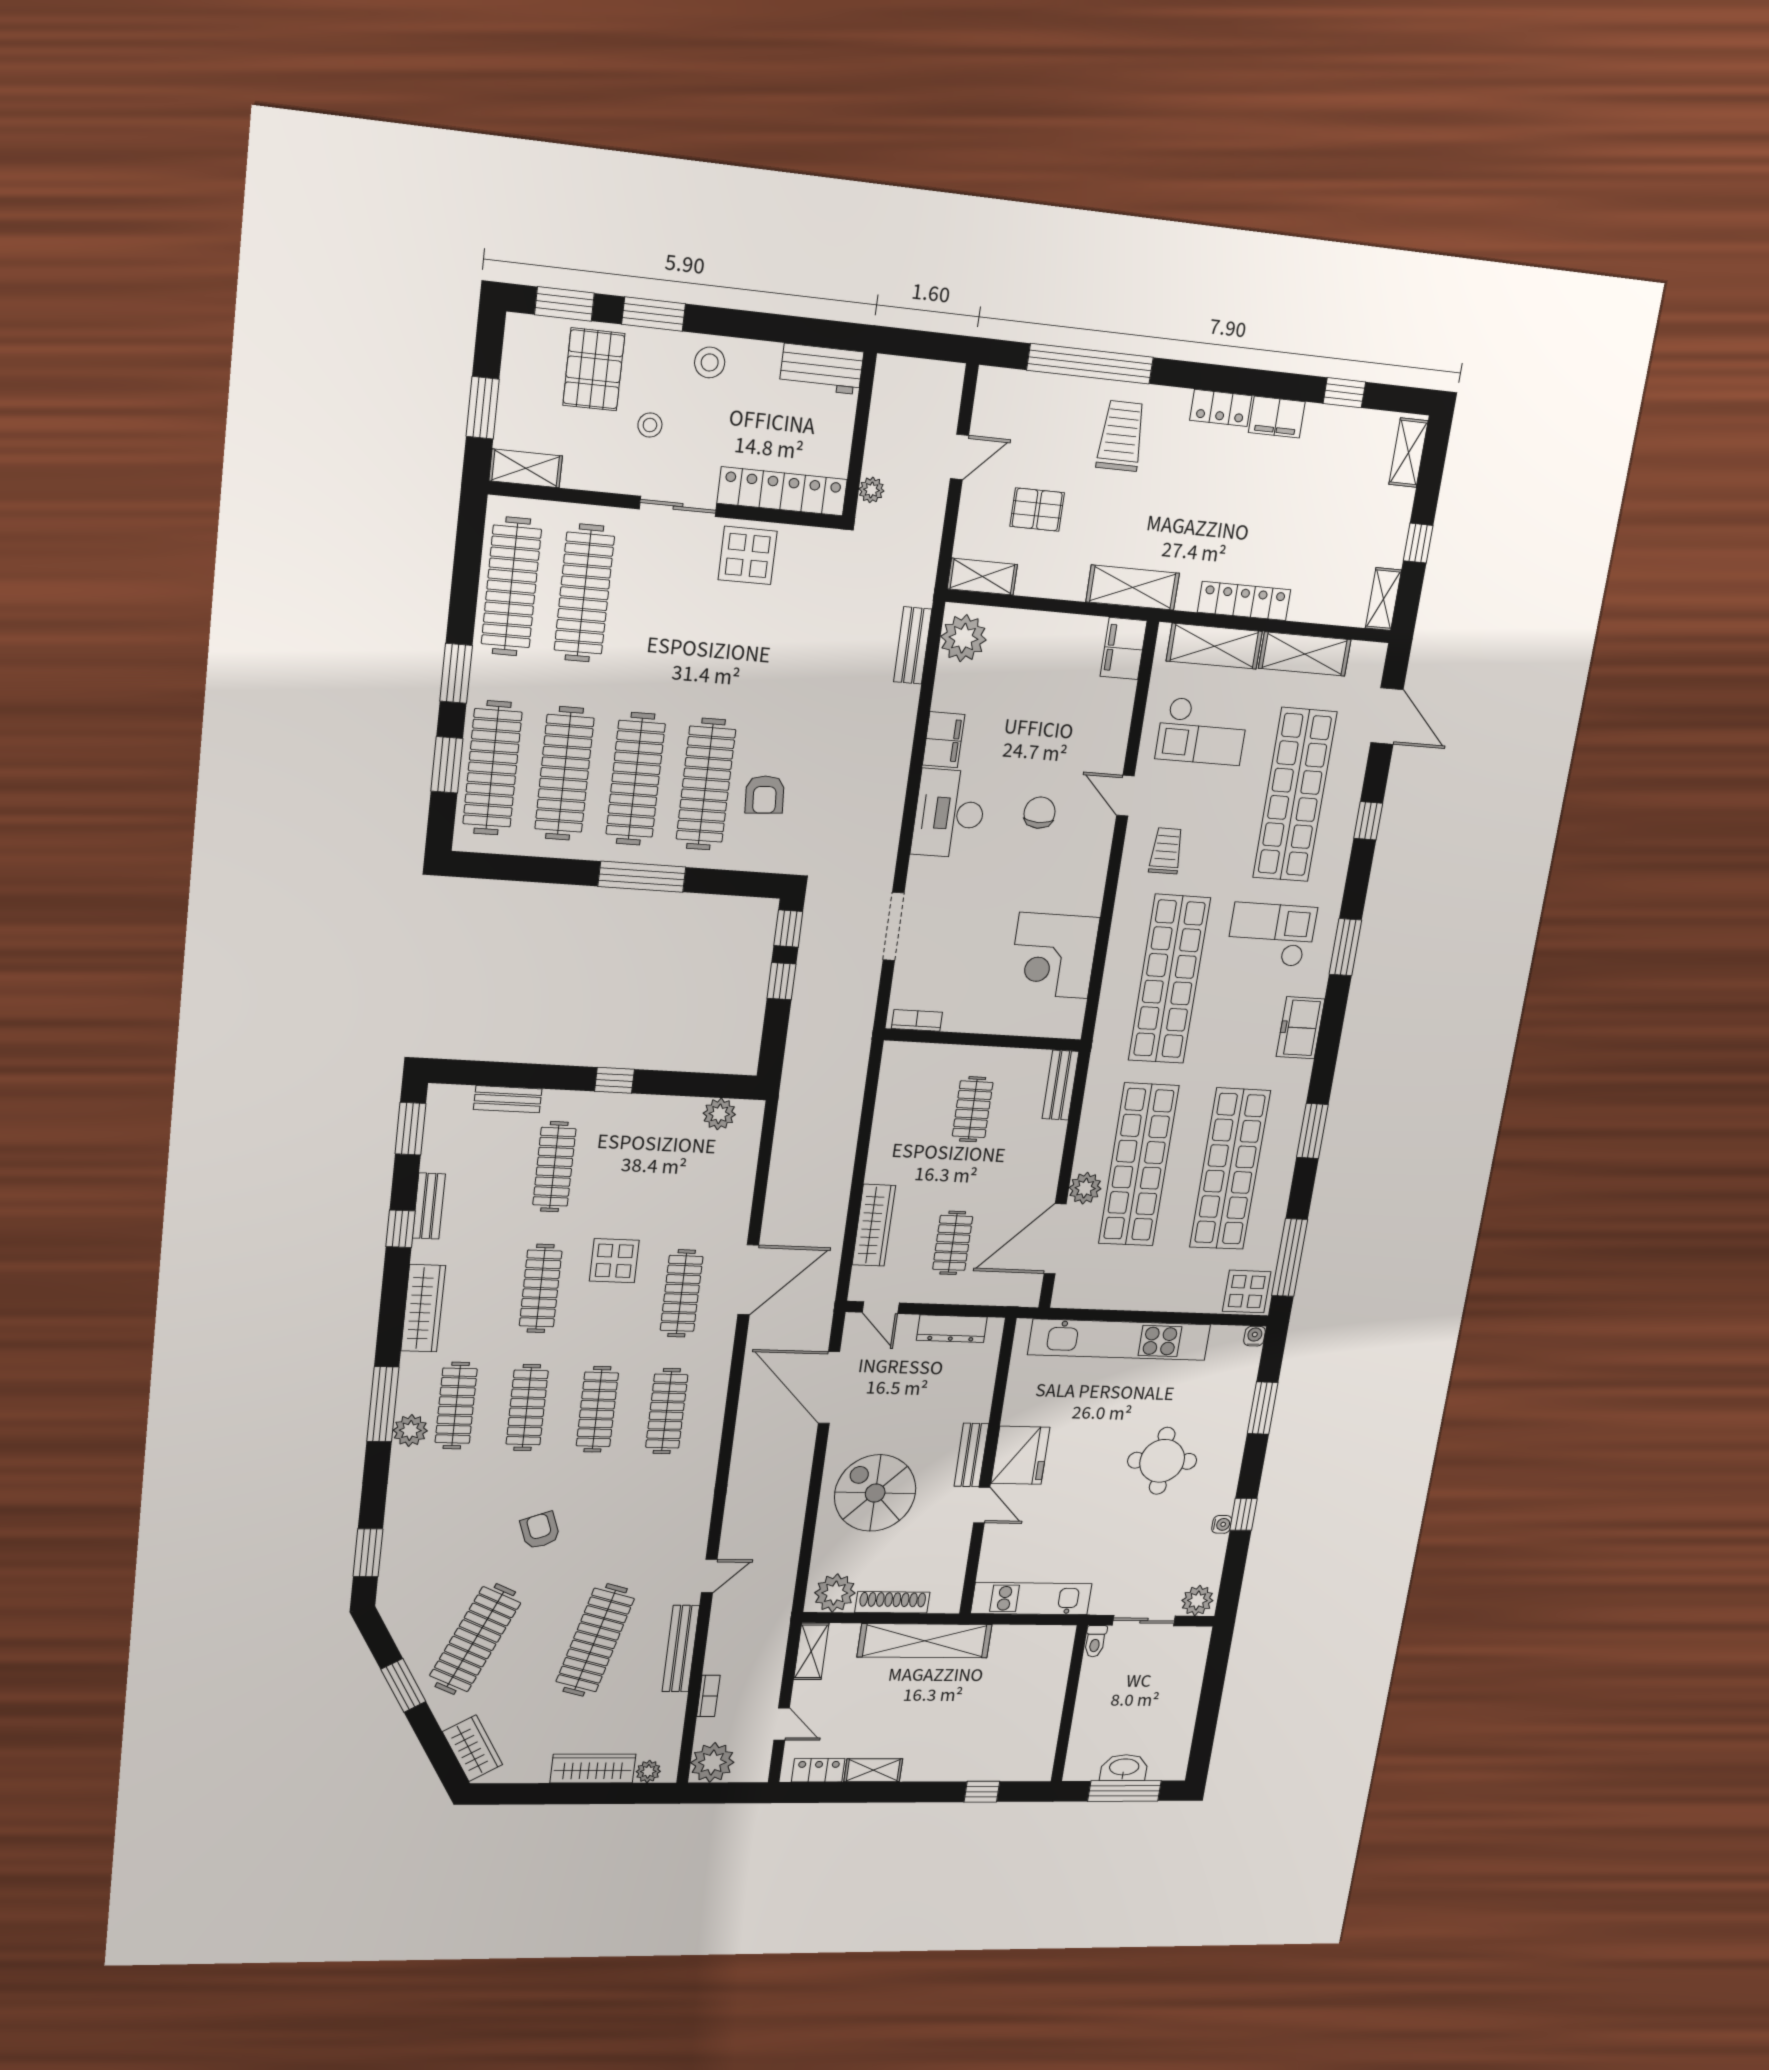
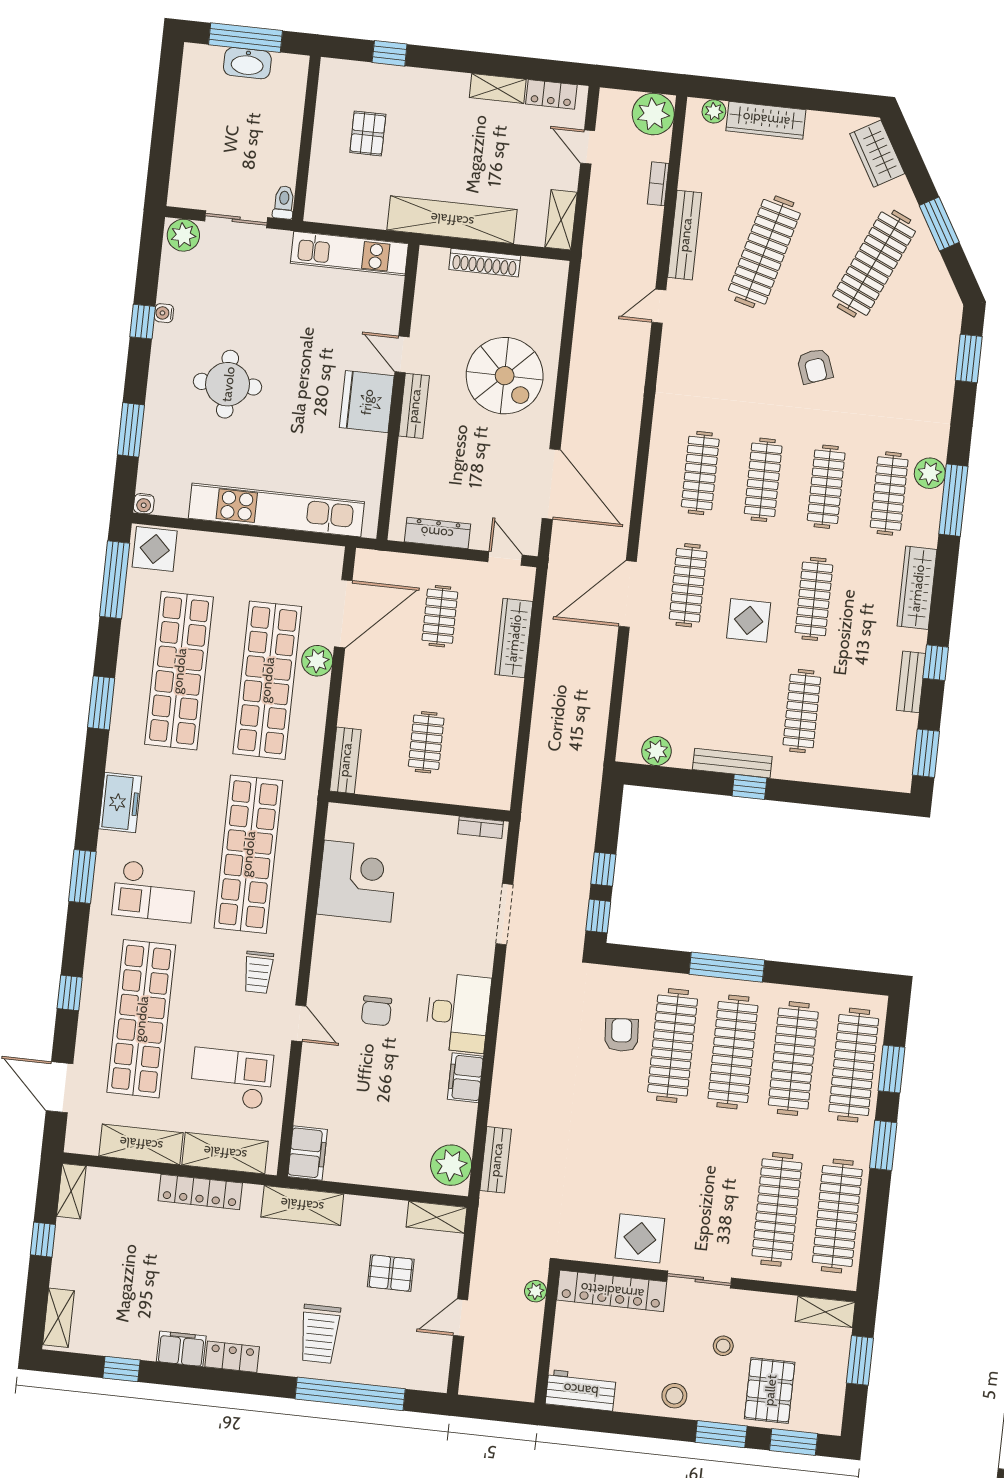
bench: (508, 1099) -> (732, 763), moved, width x1.36
plant: (835, 1593) -> (540, 278), removed
pallet: (1007, 1714) -> (368, 133), added

